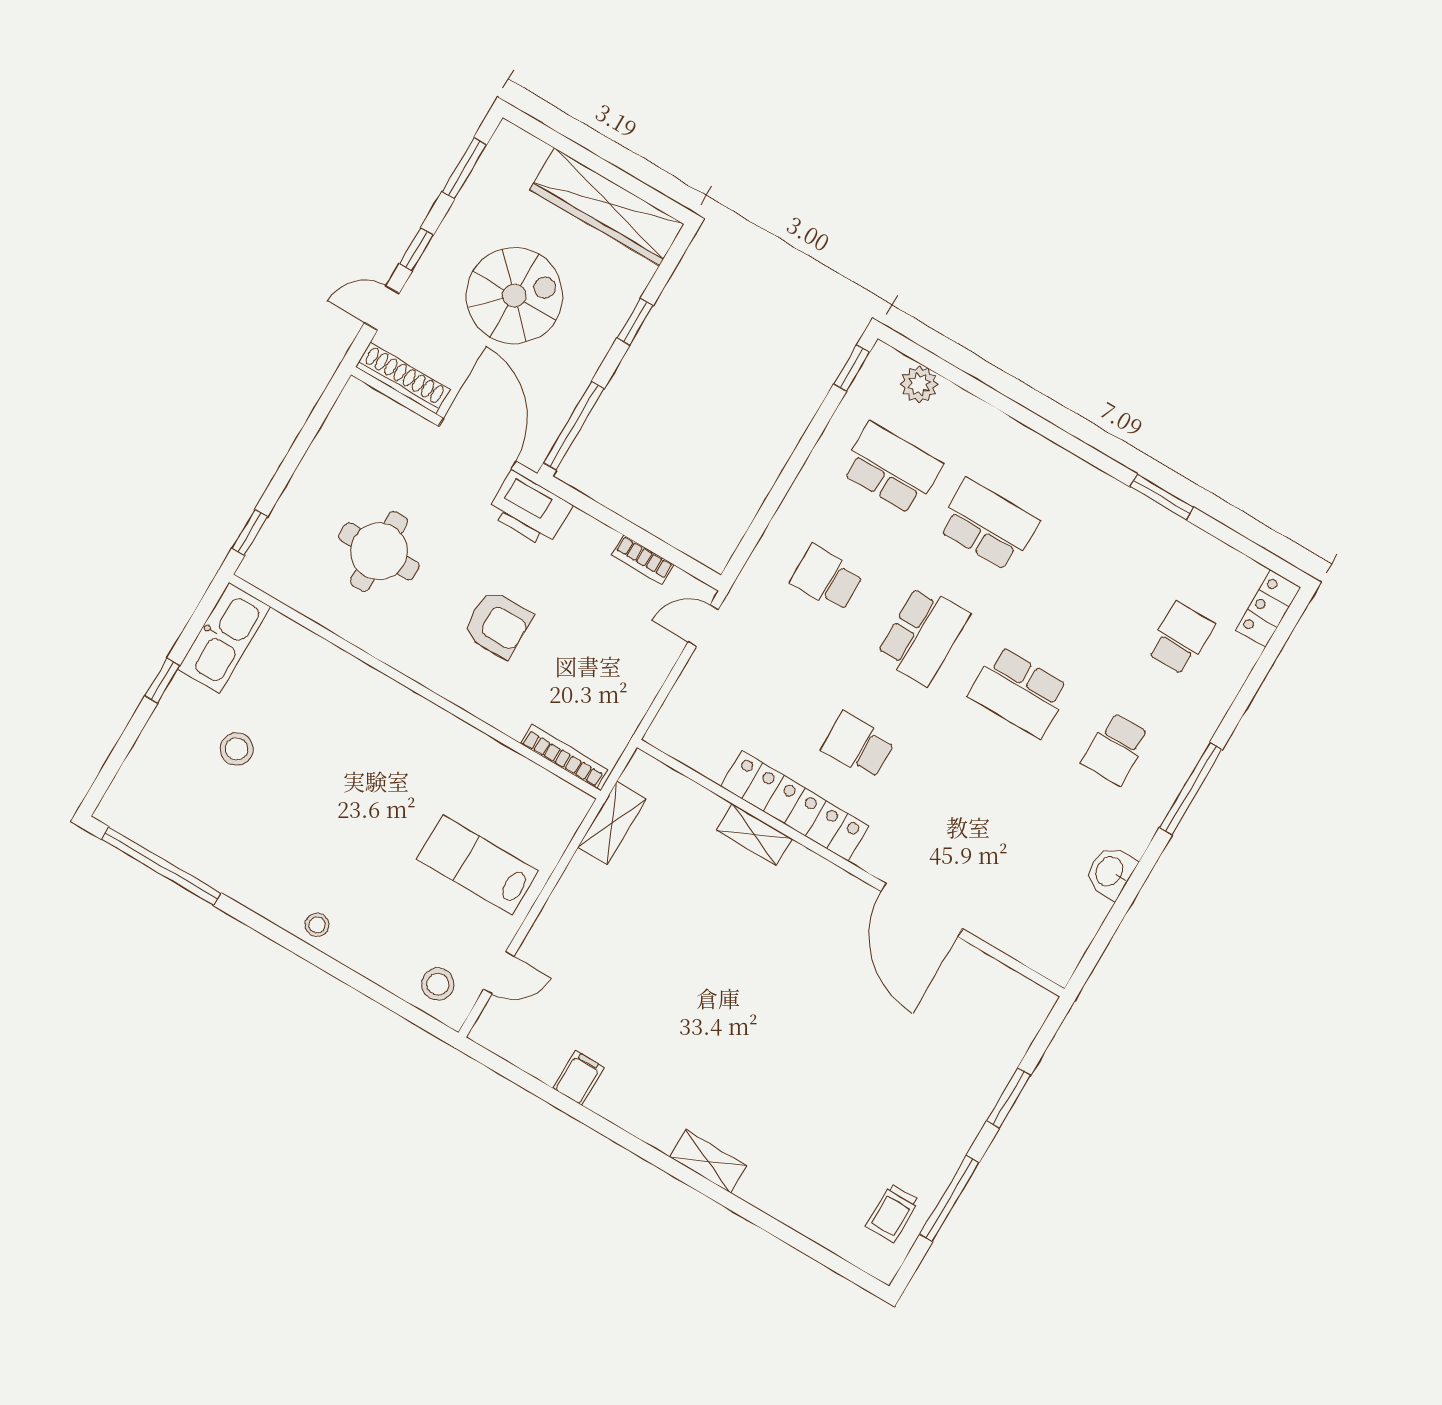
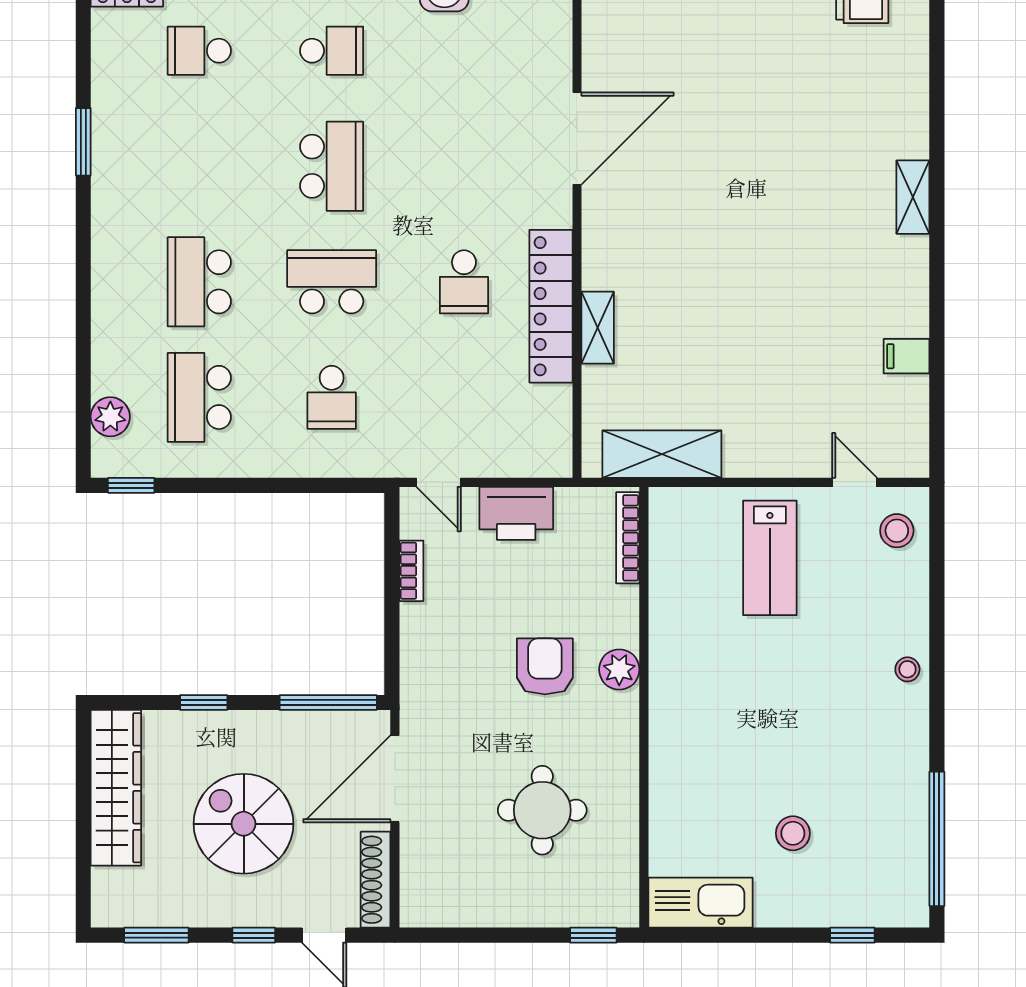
printer: (529, 509) -> (516, 513), moved, turned 90
window: (162, 681) -> (852, 935), moved
plant: (458, 685) -> (619, 669), added
shelving: (612, 823) -> (662, 454), width x1.50, depth x1.33

